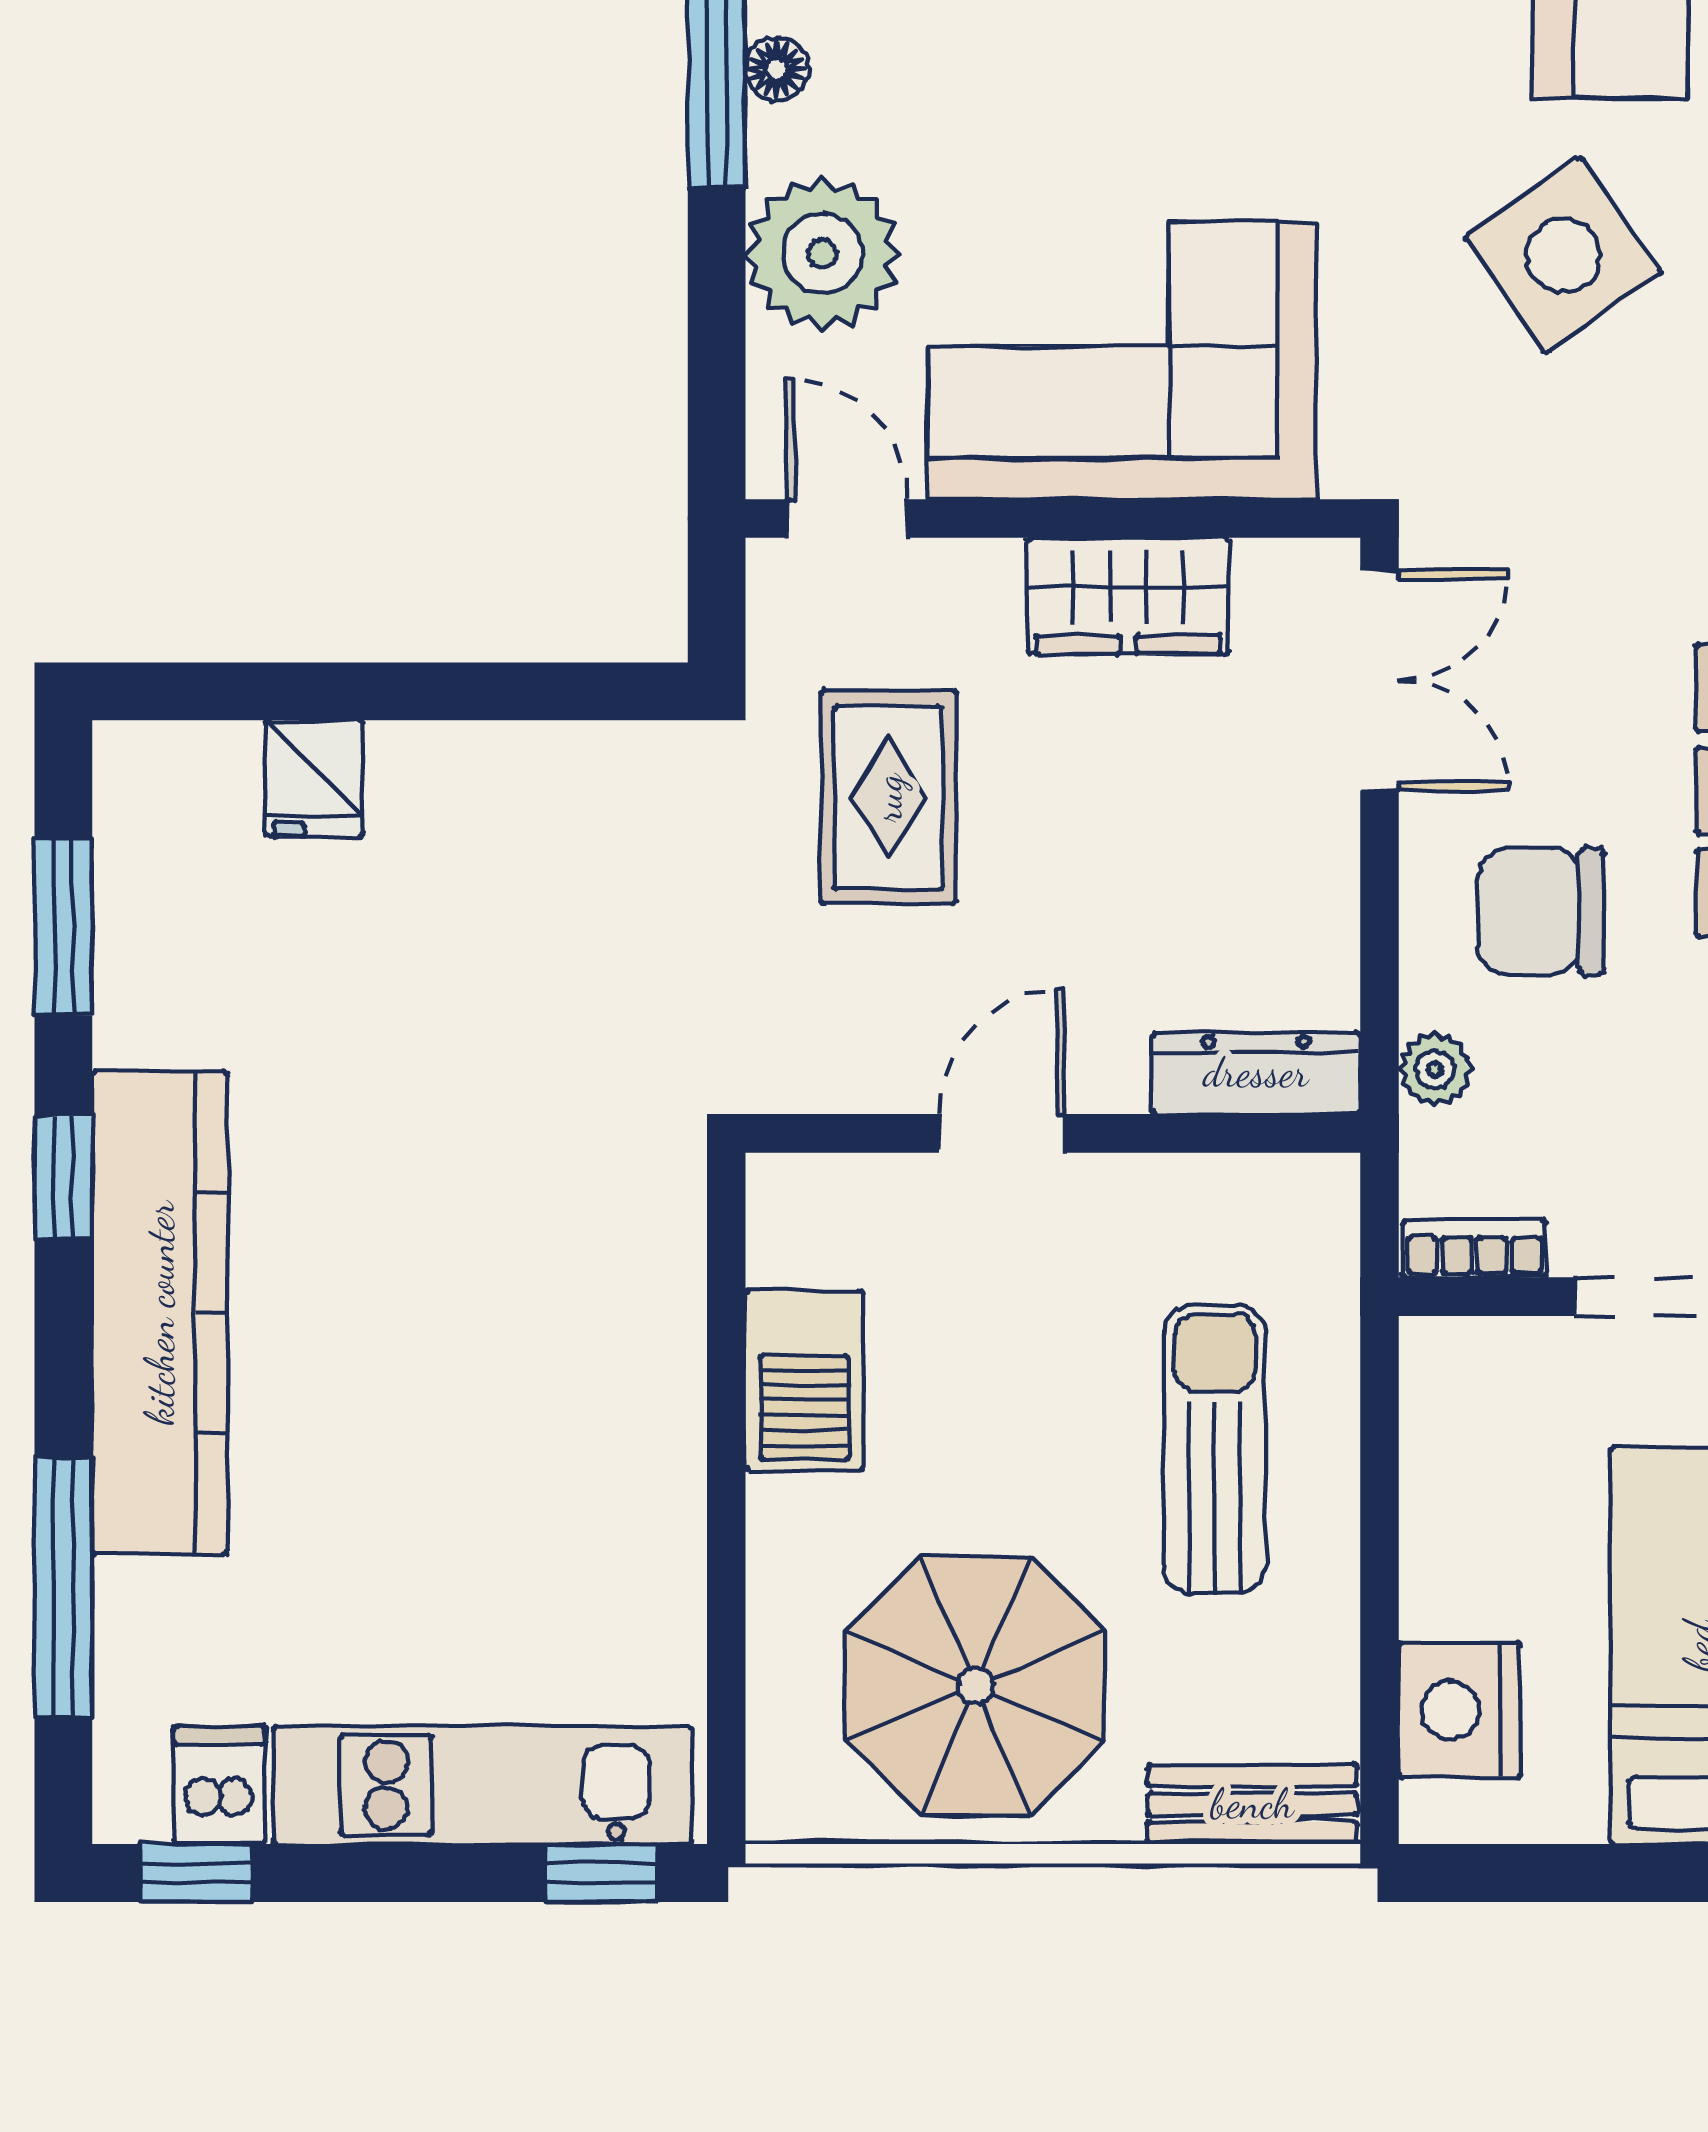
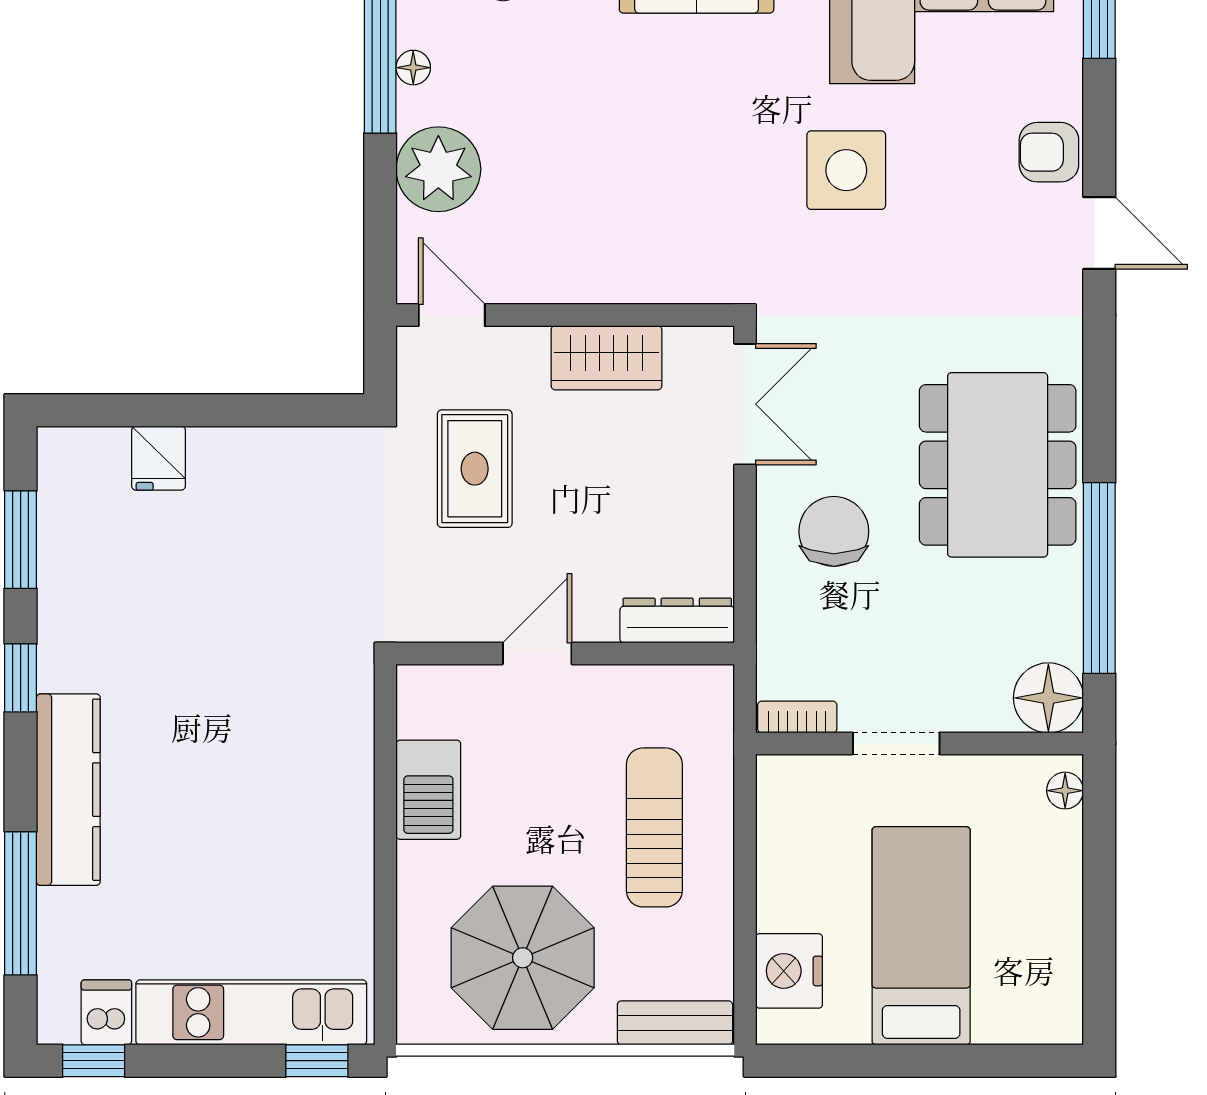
side table: (1563, 255) -> (846, 170), turned 35
corner sofa: (1122, 360) -> (603, 228), removed
chair: (1541, 911) -> (834, 531), turned 90
plant: (1435, 1069) -> (776, 618), removed
kitchen counter: (160, 1313) -> (68, 790), width x0.72, depth x0.86

